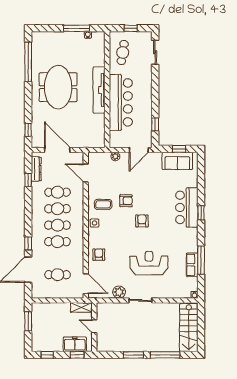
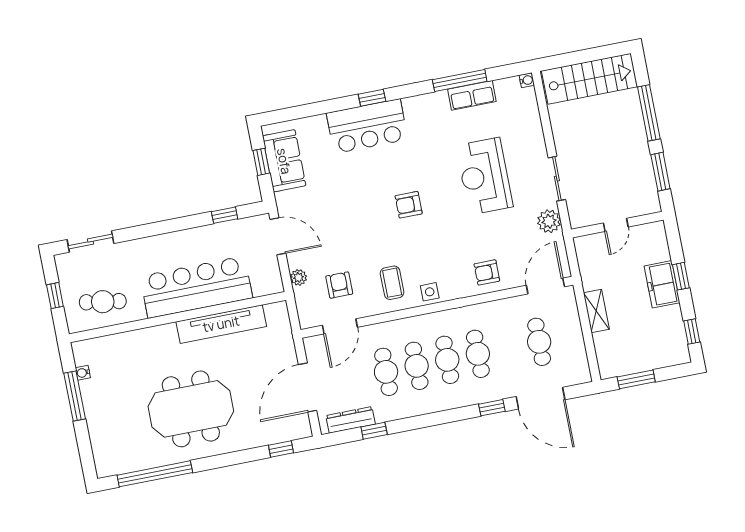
tv unit: (99, 90) -> (221, 324), moved
armchair: (126, 201) -> (339, 285), moved
shelving: (81, 307) -> (596, 311), moved
door: (94, 326) -> (616, 225), moved
wall: (94, 327) -> (617, 225), moved

